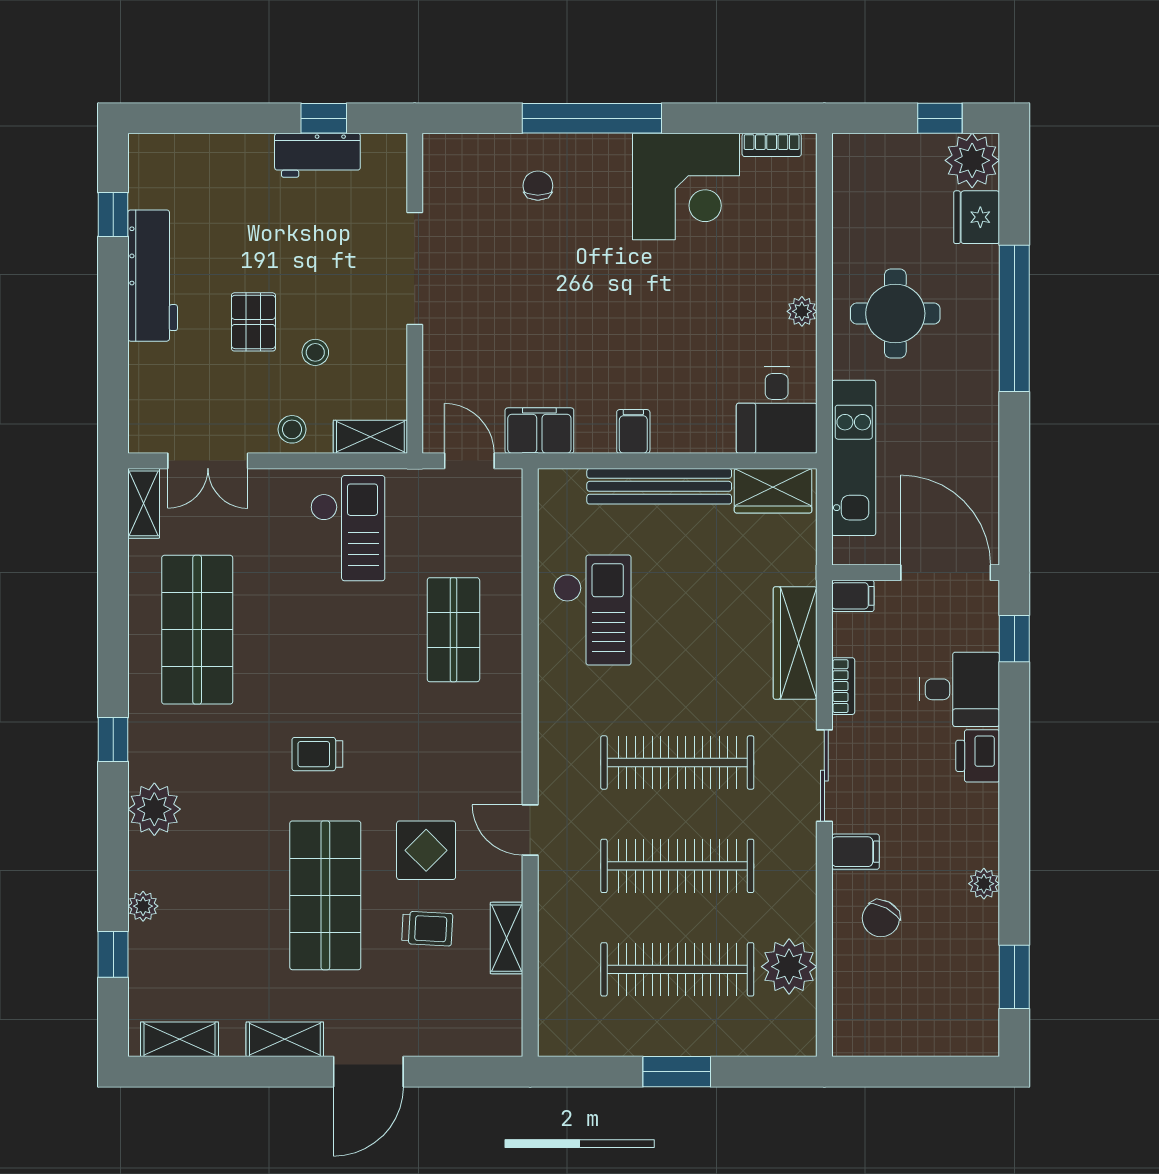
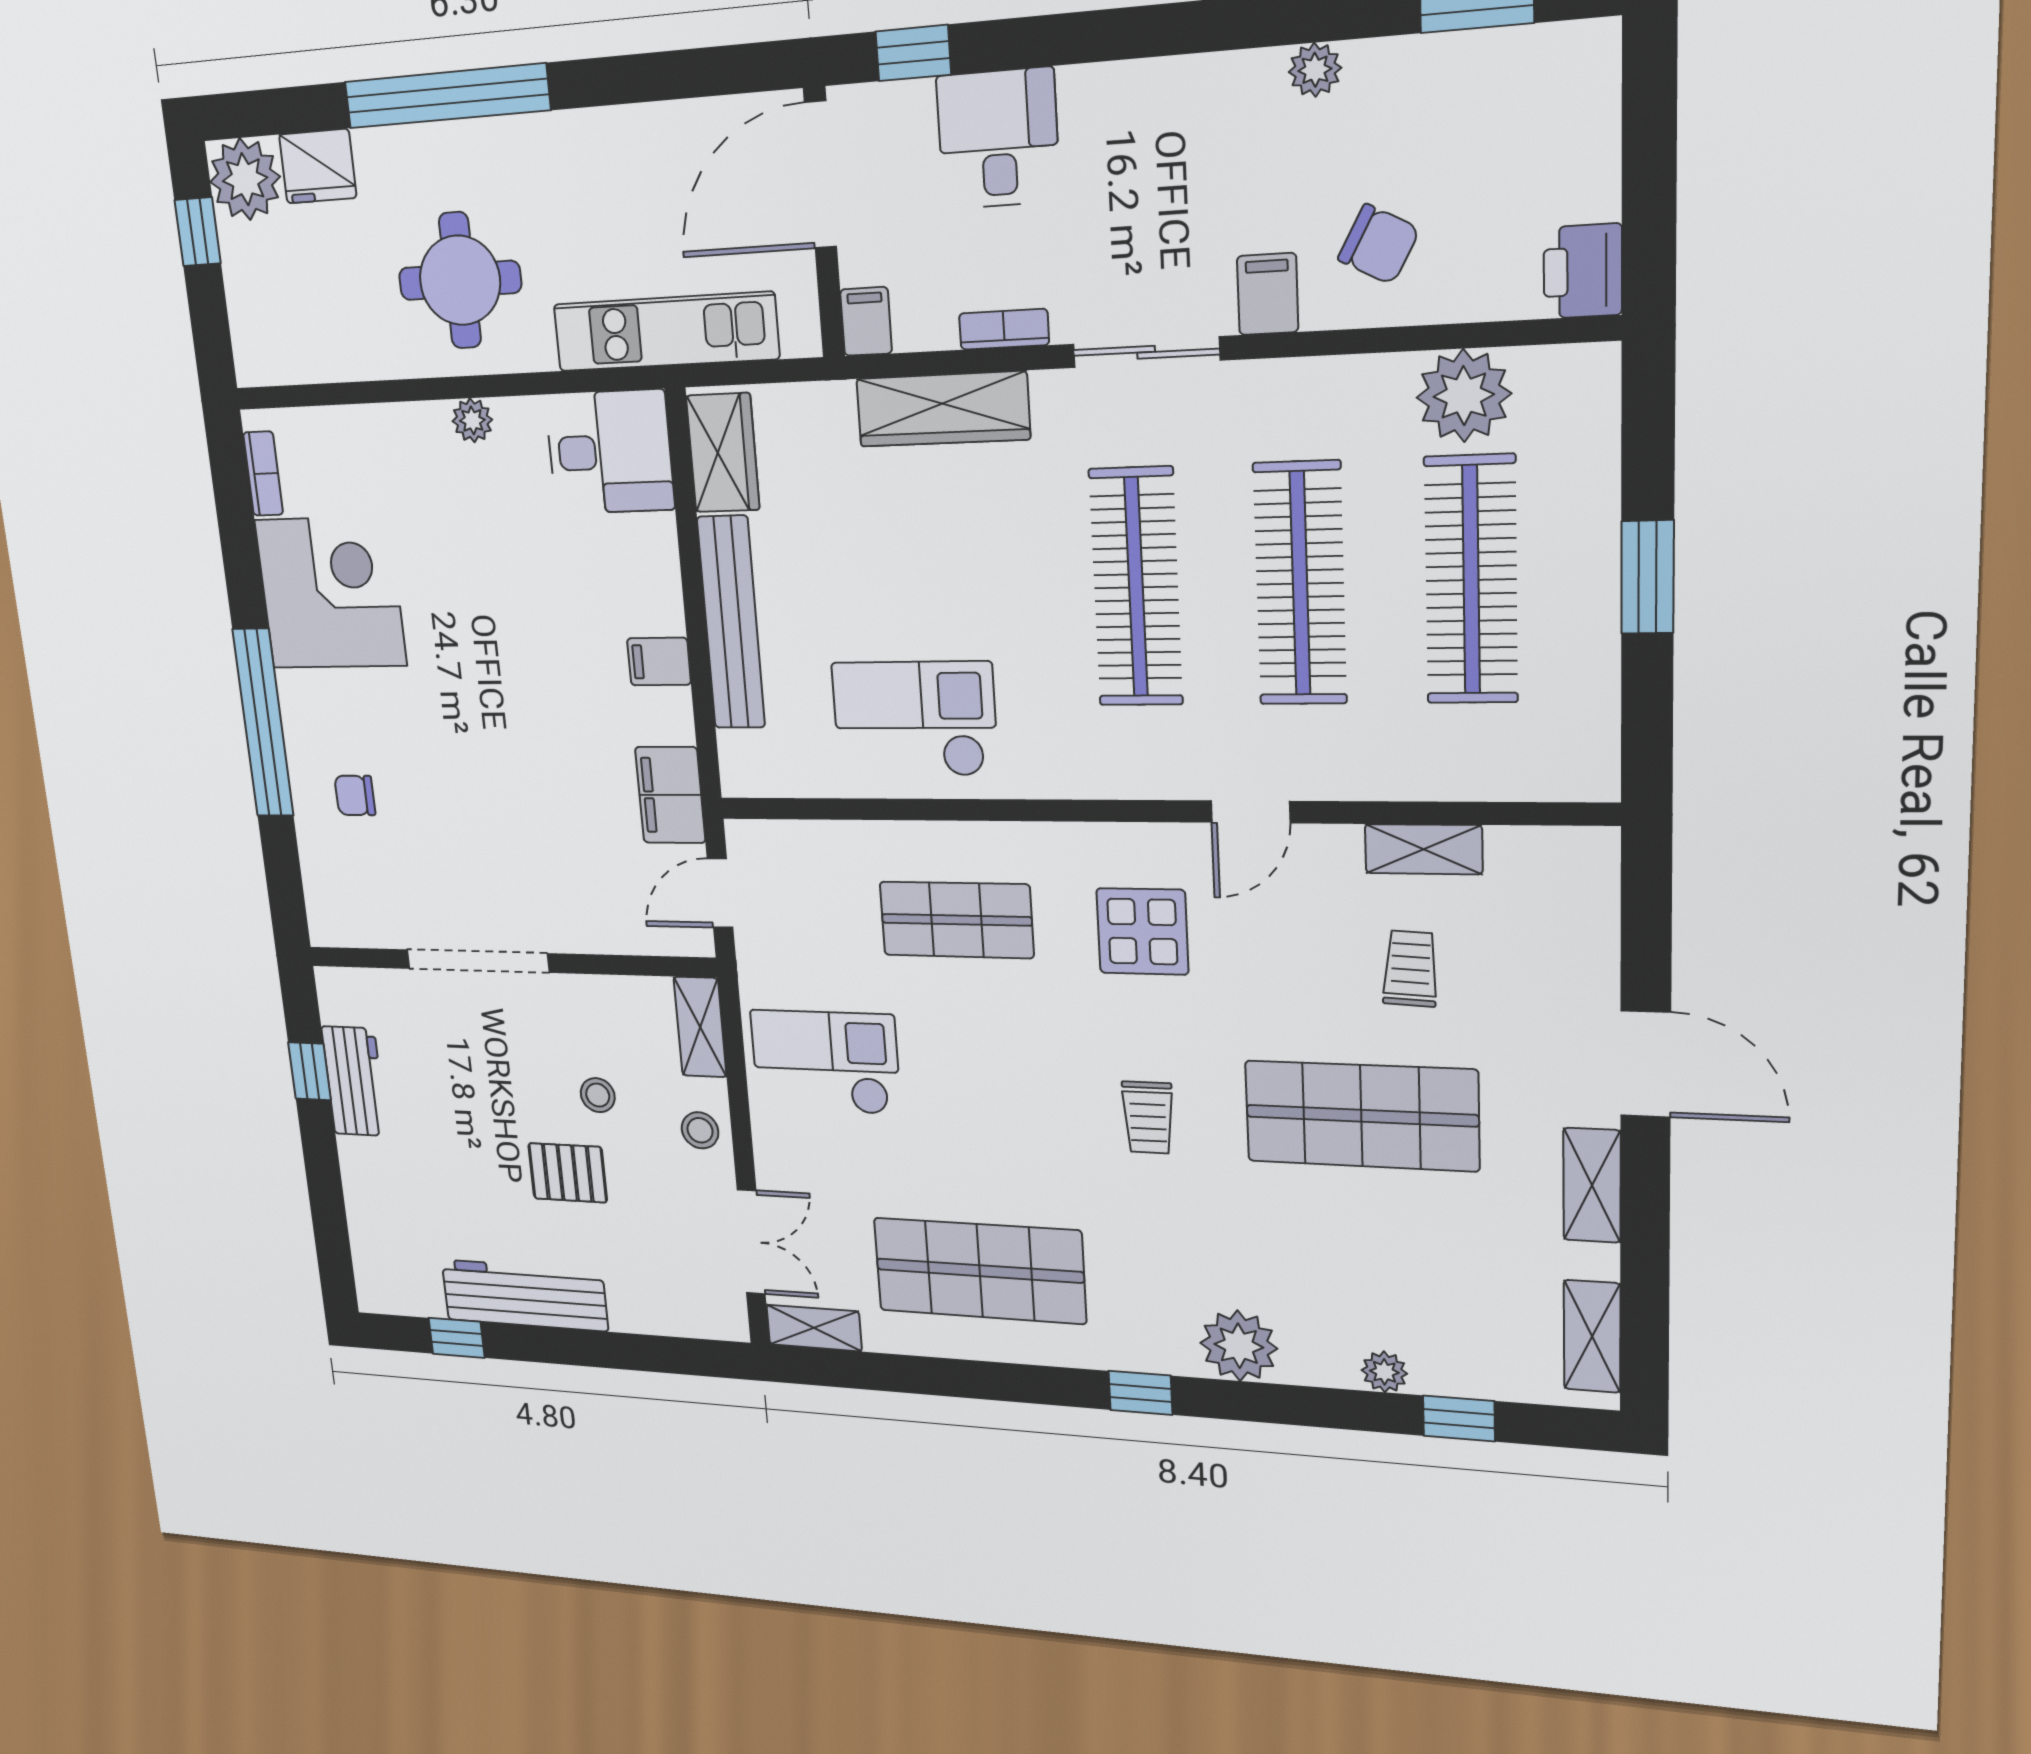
printer: (978, 756) -> (1583, 271), moved, turned 90
display table: (426, 850) -> (1142, 932), moved

